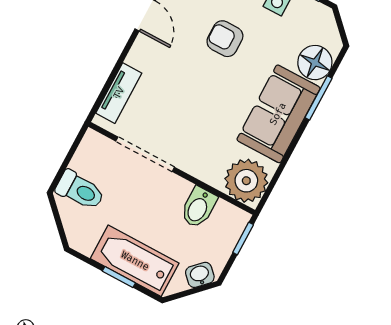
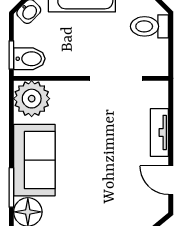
armchair: (225, 39) -> (103, 194), removed
tv unit: (119, 93) -> (159, 132), moved
bidet: (199, 207) -> (29, 59), moved, turned 90

